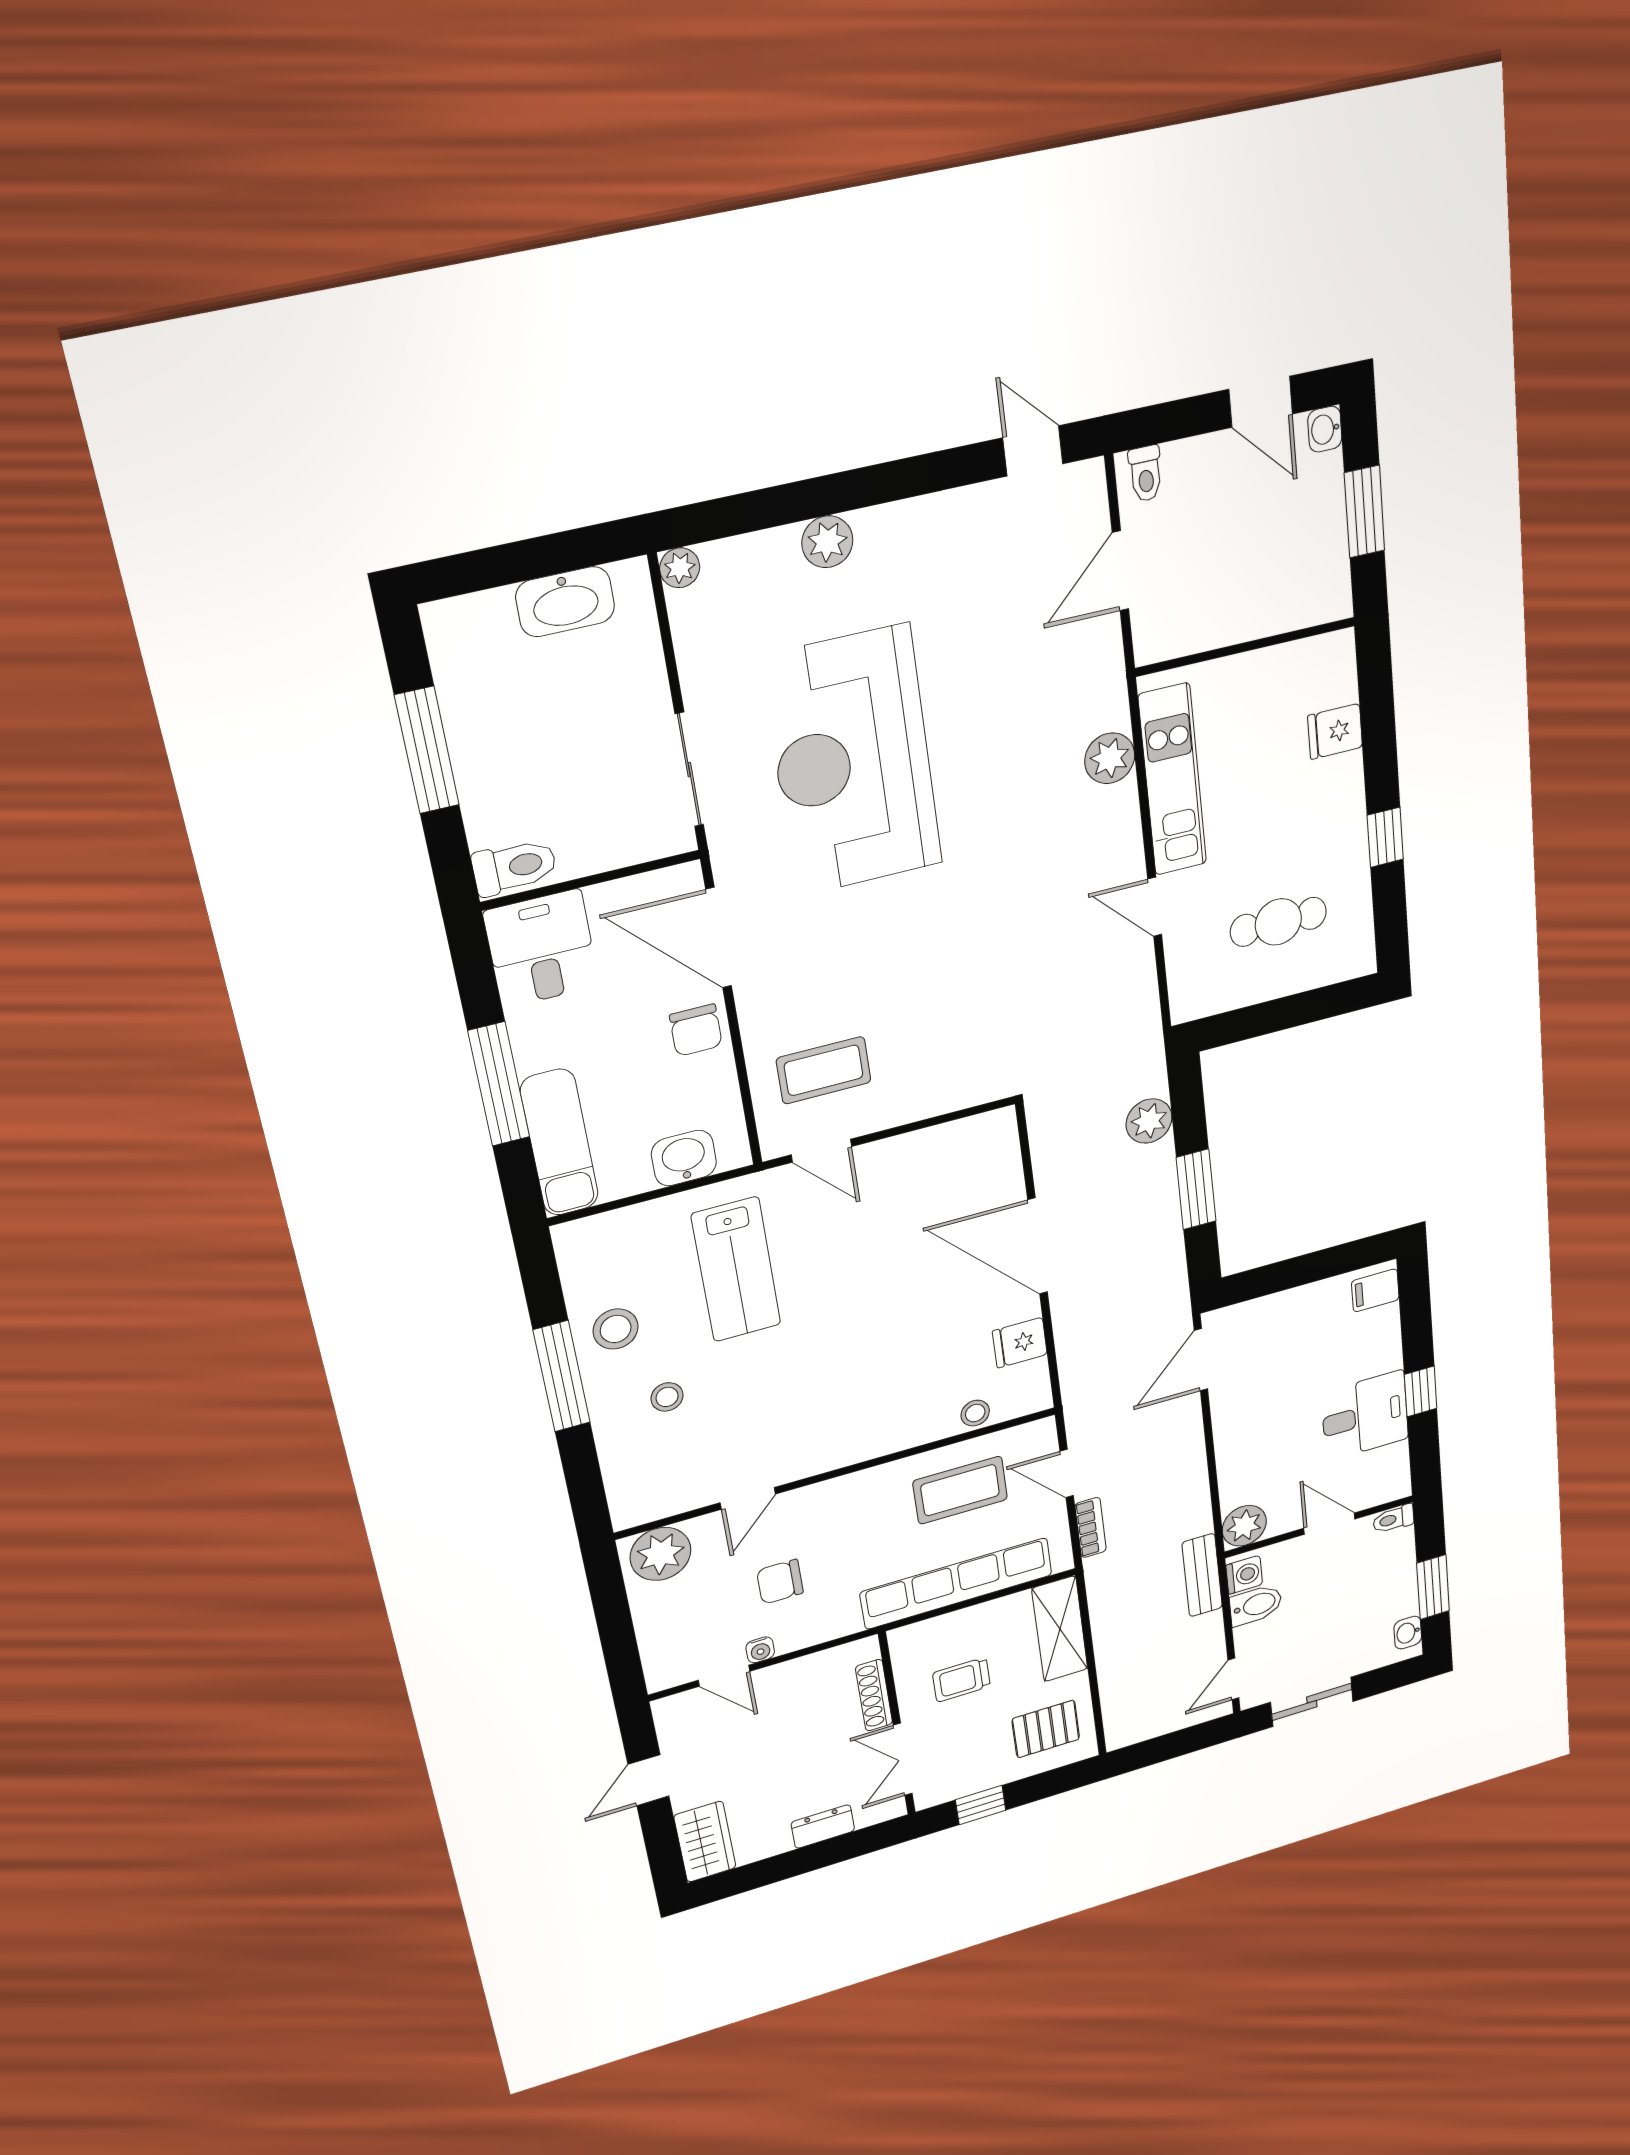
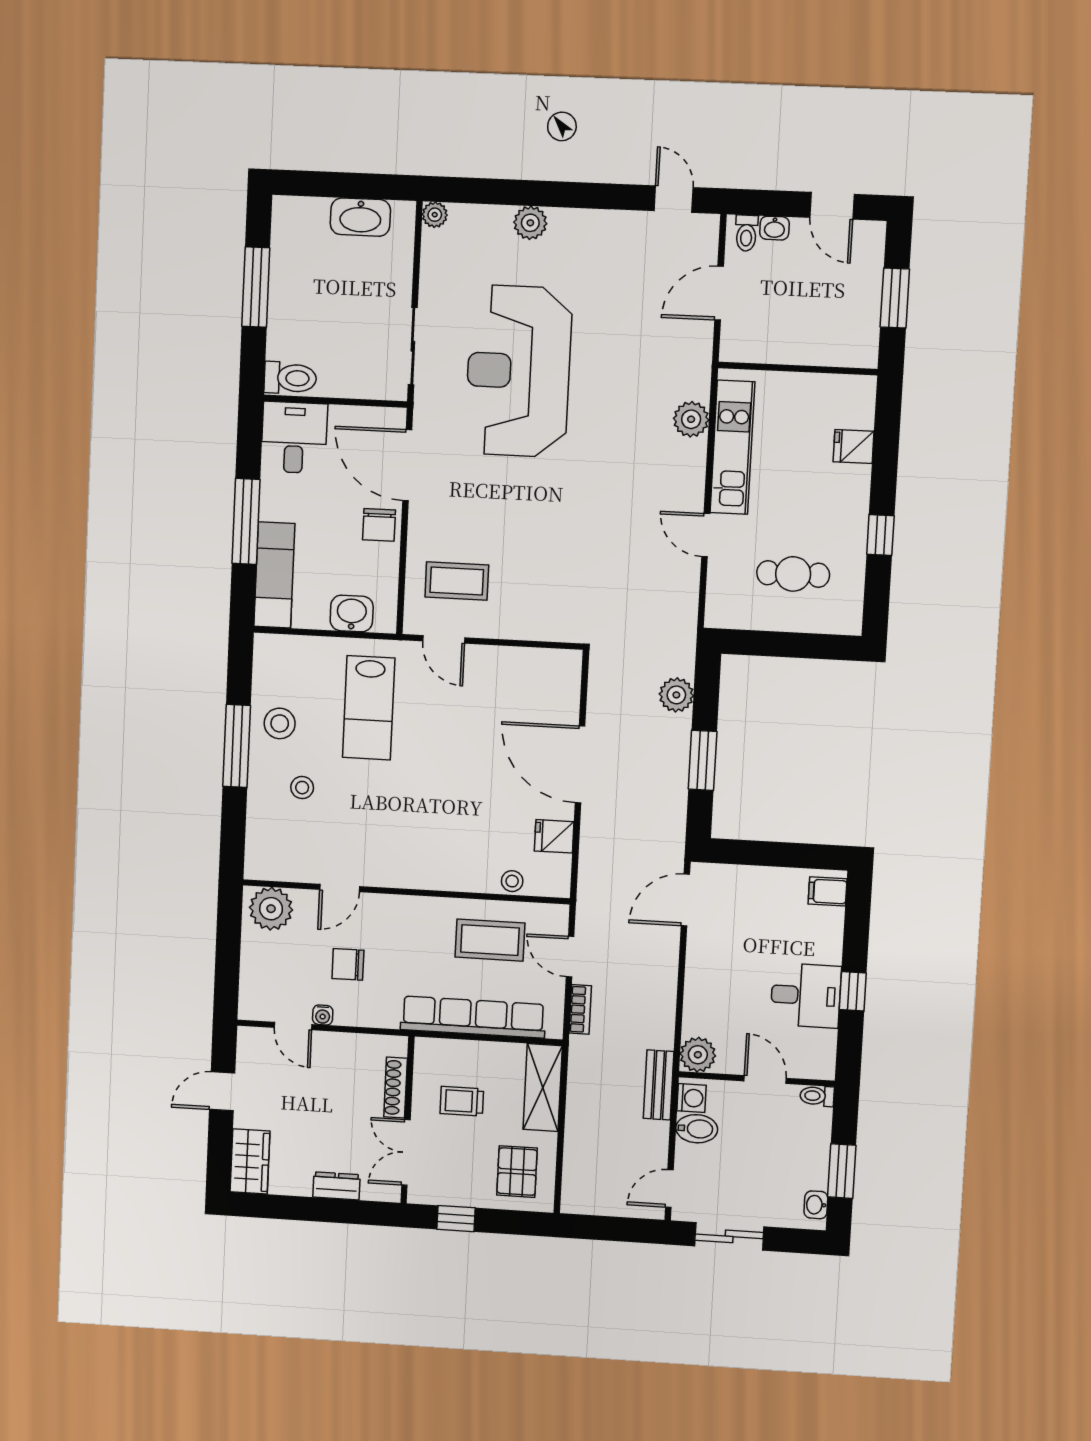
washbasin: (1325, 429) -> (774, 228), moved, turned -90
pallet: (1046, 1729) -> (517, 1172), turned 90

